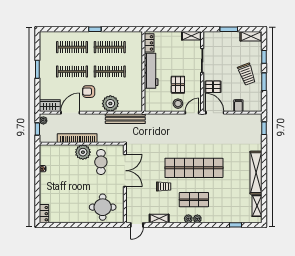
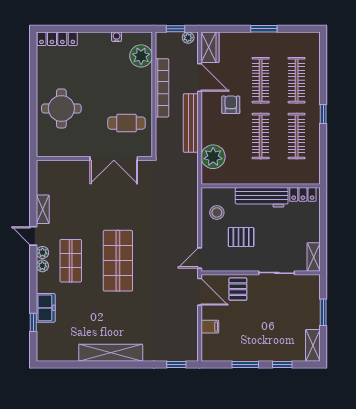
trolley: (247, 74) -> (256, 339), removed
plant: (110, 104) -> (213, 157), moved
stool: (178, 104) -> (217, 212), moved
door: (192, 113) -> (200, 258), swing flipped
door: (215, 113) -> (200, 292), hinge flipped
bench: (125, 119) -> (191, 123), moved
plant: (83, 152) -> (141, 56), moved
shop shelf: (194, 168) -> (118, 261), width x0.71
trolley: (164, 186) -> (90, 216), removed
shelving: (257, 206) -> (62, 354), removed
round table: (103, 207) -> (61, 108), moved
locker: (44, 214) -> (57, 39), width x1.53
freezer: (226, 217) -> (46, 308), added
door: (137, 225) -> (33, 236), moved

